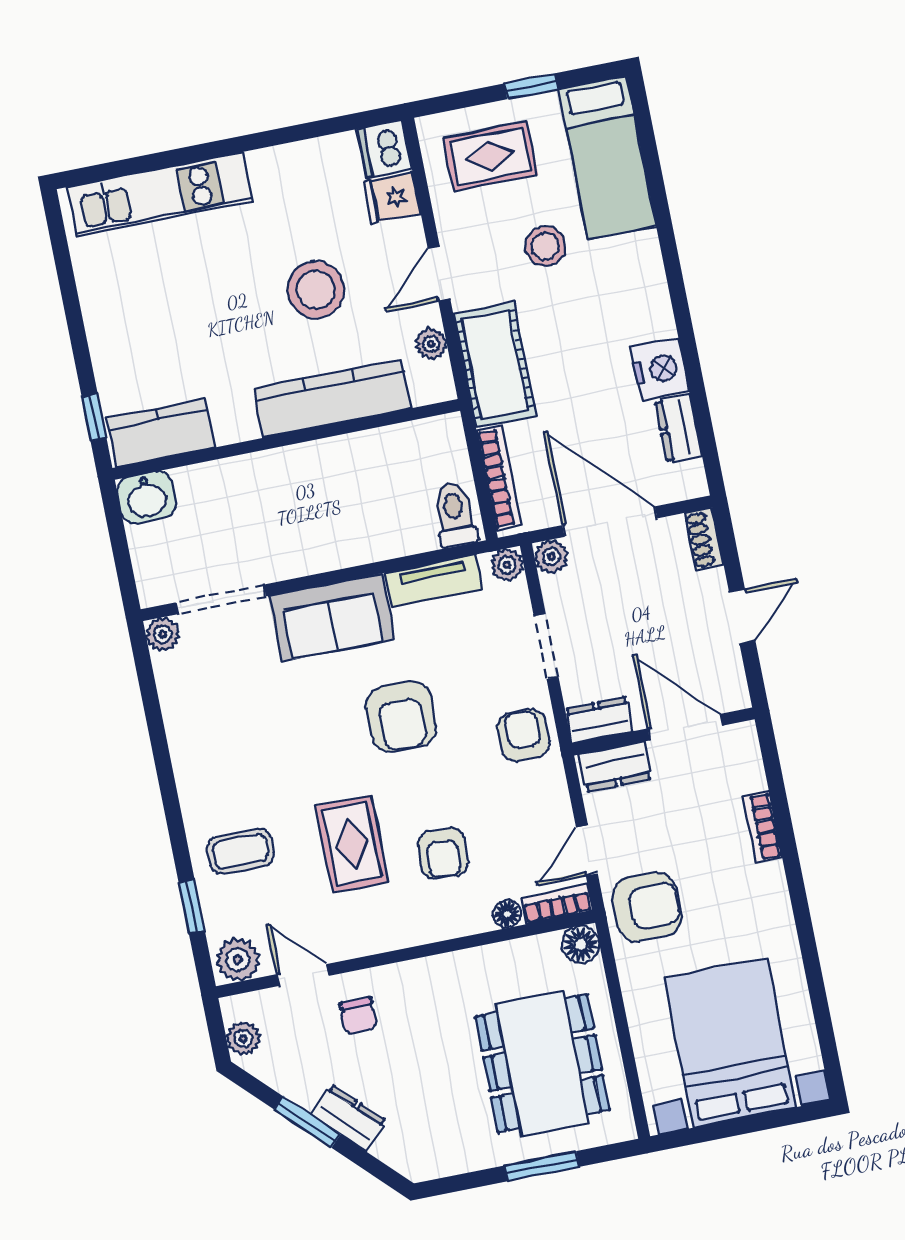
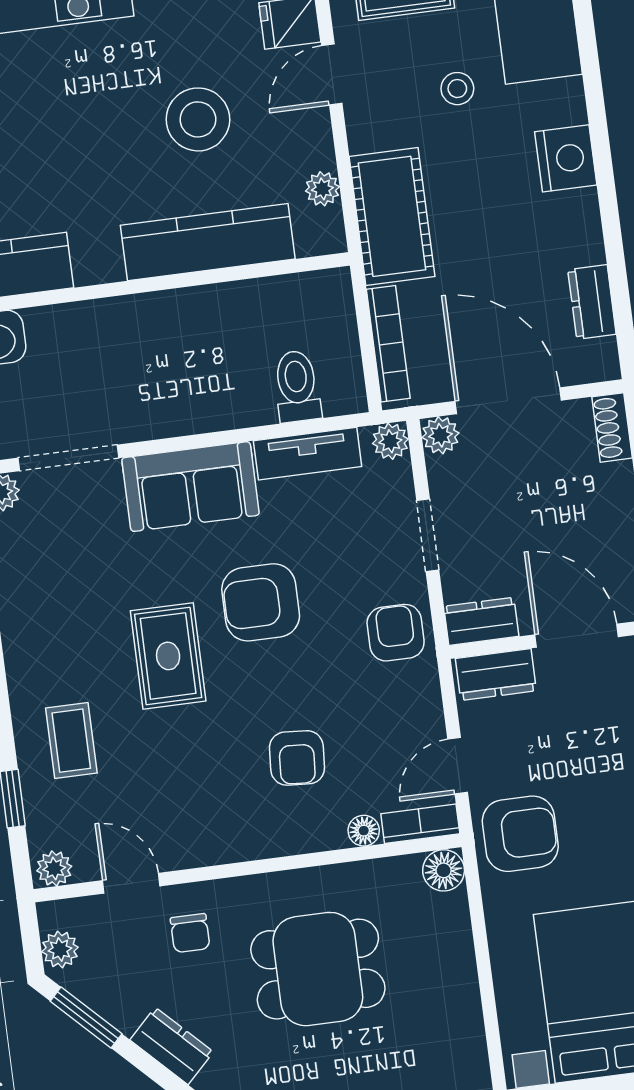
stool: (545, 246) -> (457, 89), width x0.73, depth x0.73
door: (439, 274) -> (332, 75), moved
nightstand: (660, 369) -> (566, 158), moved
toilet: (455, 515) -> (297, 386), moved
armchair: (401, 717) -> (261, 602), turned 90
rug: (352, 844) -> (168, 656), moved
coffee table: (241, 851) -> (71, 741), turned 90
plant: (238, 960) -> (54, 869), width x0.73, depth x0.73
dining table: (542, 1063) -> (318, 969), moved, width x0.73
window: (307, 1122) -> (86, 1018), moved

